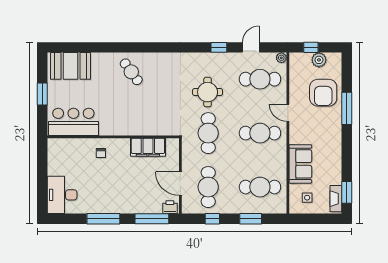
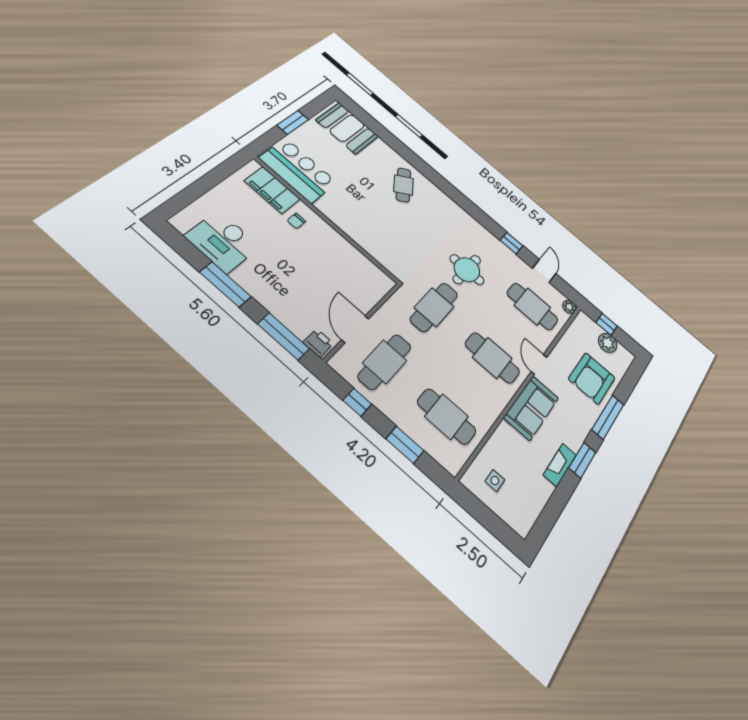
door: (251, 47) -> (544, 271), hinge flipped
filing cabinet: (148, 147) -> (272, 190), moved
sofa: (300, 164) -> (531, 408), moved
window: (347, 192) -> (582, 460), moved
desk: (62, 195) -> (222, 241), moved, turned -90
fireplace: (336, 199) -> (560, 465), moved

